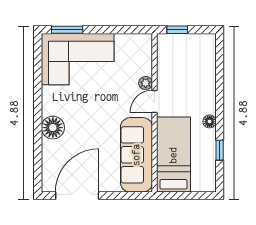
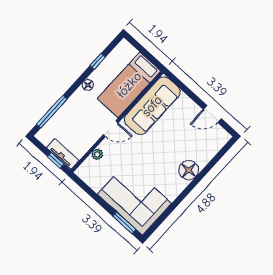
tv unit: (176, 41) -> (63, 154), added
window: (220, 69) -> (52, 112), added
plant: (146, 83) -> (97, 154), moved
door: (77, 196) -> (212, 114), width x0.53

